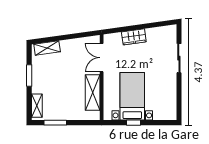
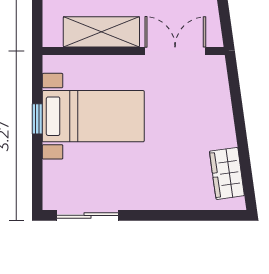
wardrobe: (134, 37) -> (227, 173), moved
sliding door: (179, 58) -> (88, 215), moved

